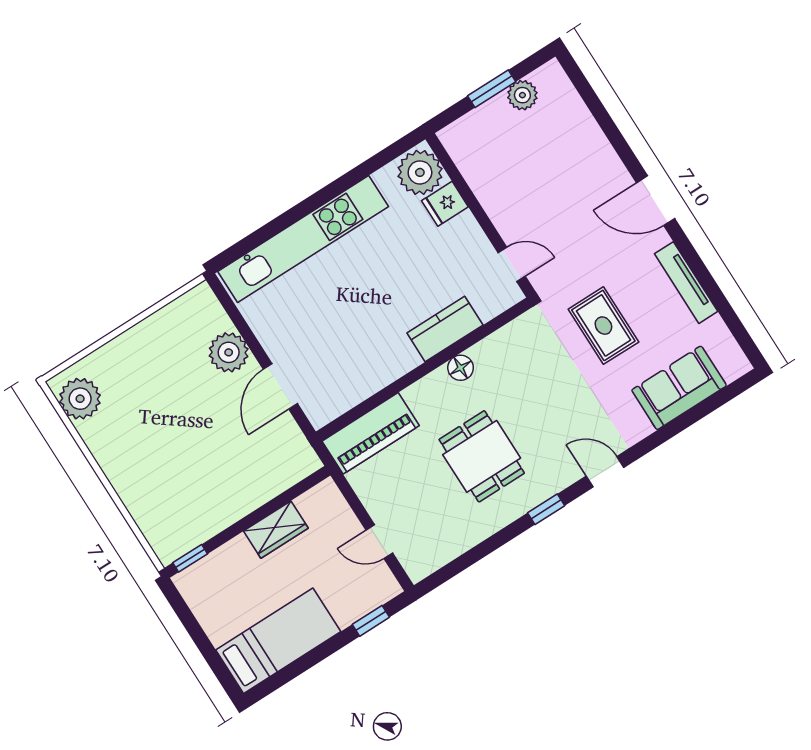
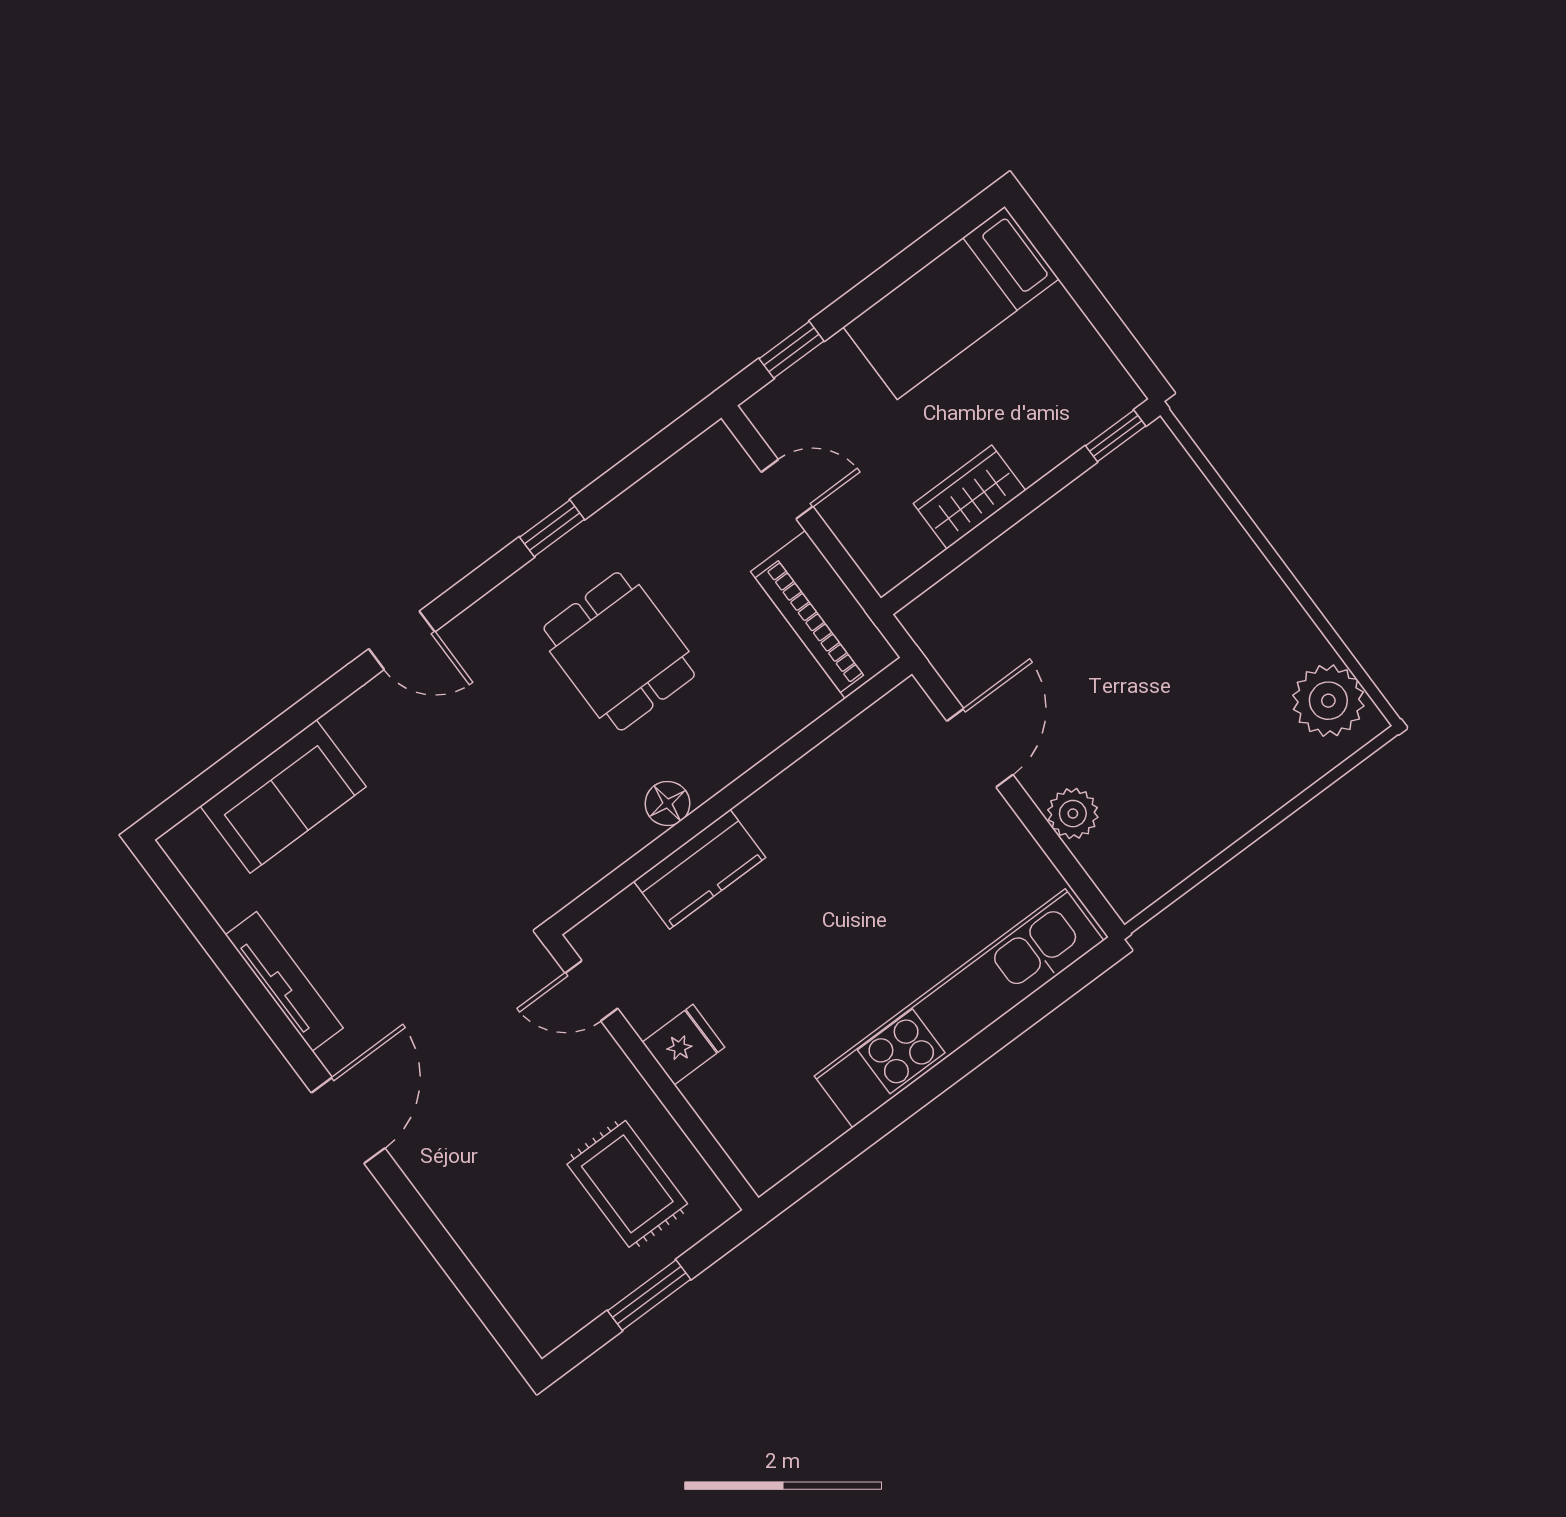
plant: (522, 95) -> (594, 1288), removed
plant: (420, 172) -> (764, 1140), removed
door: (656, 201) -> (348, 1120), hinge flipped
fridge: (445, 204) -> (683, 1045), moved
rug: (603, 326) -> (627, 1184), moved
plant: (229, 352) -> (1073, 814), width x0.73, depth x0.73
piano: (371, 433) -> (825, 615), moved, turned -90
window: (546, 509) -> (552, 528), moved

